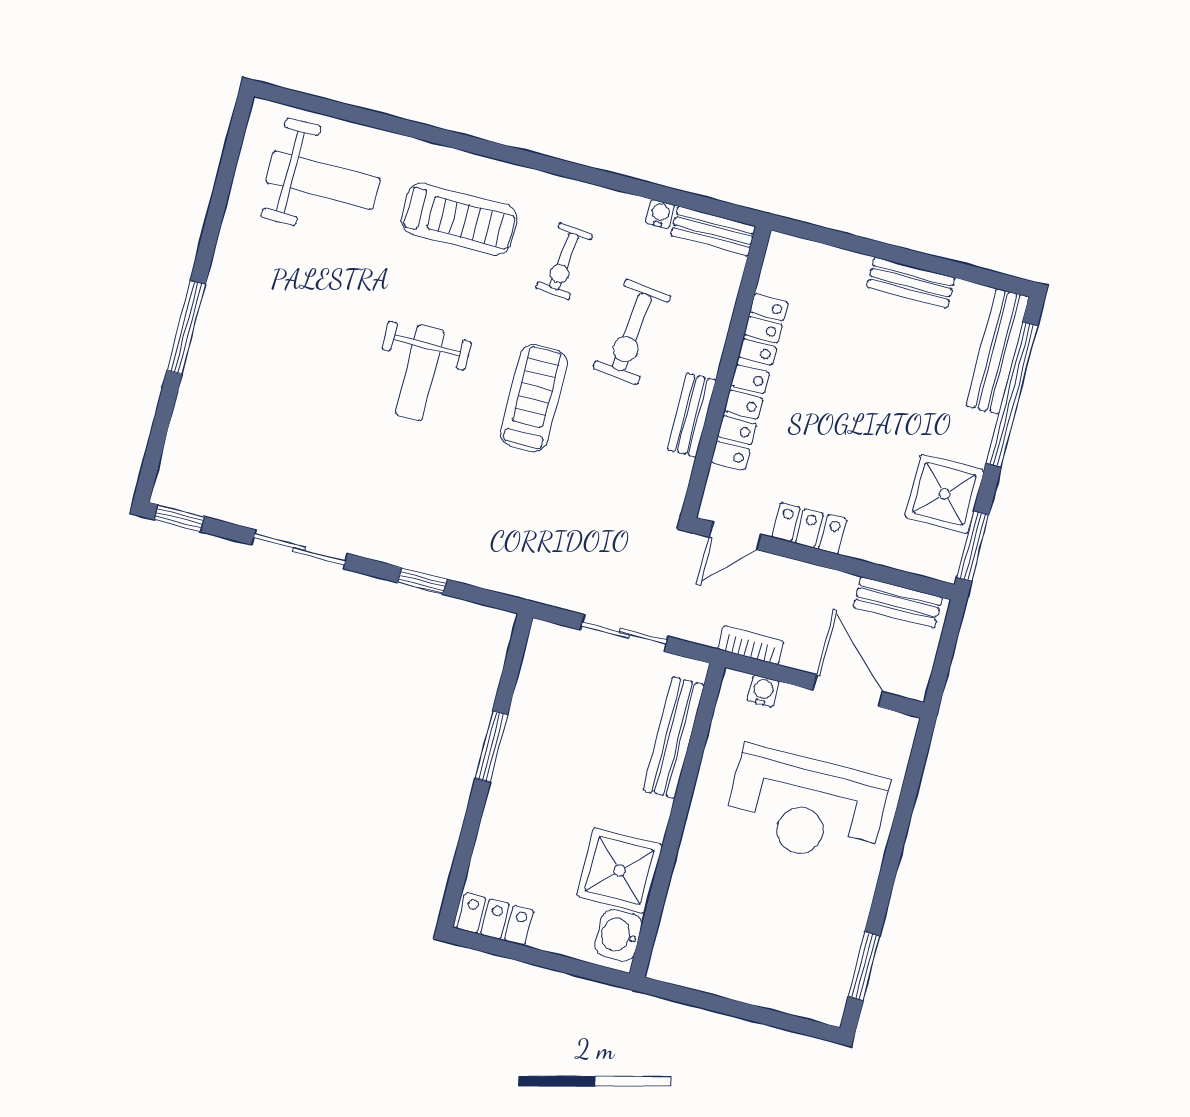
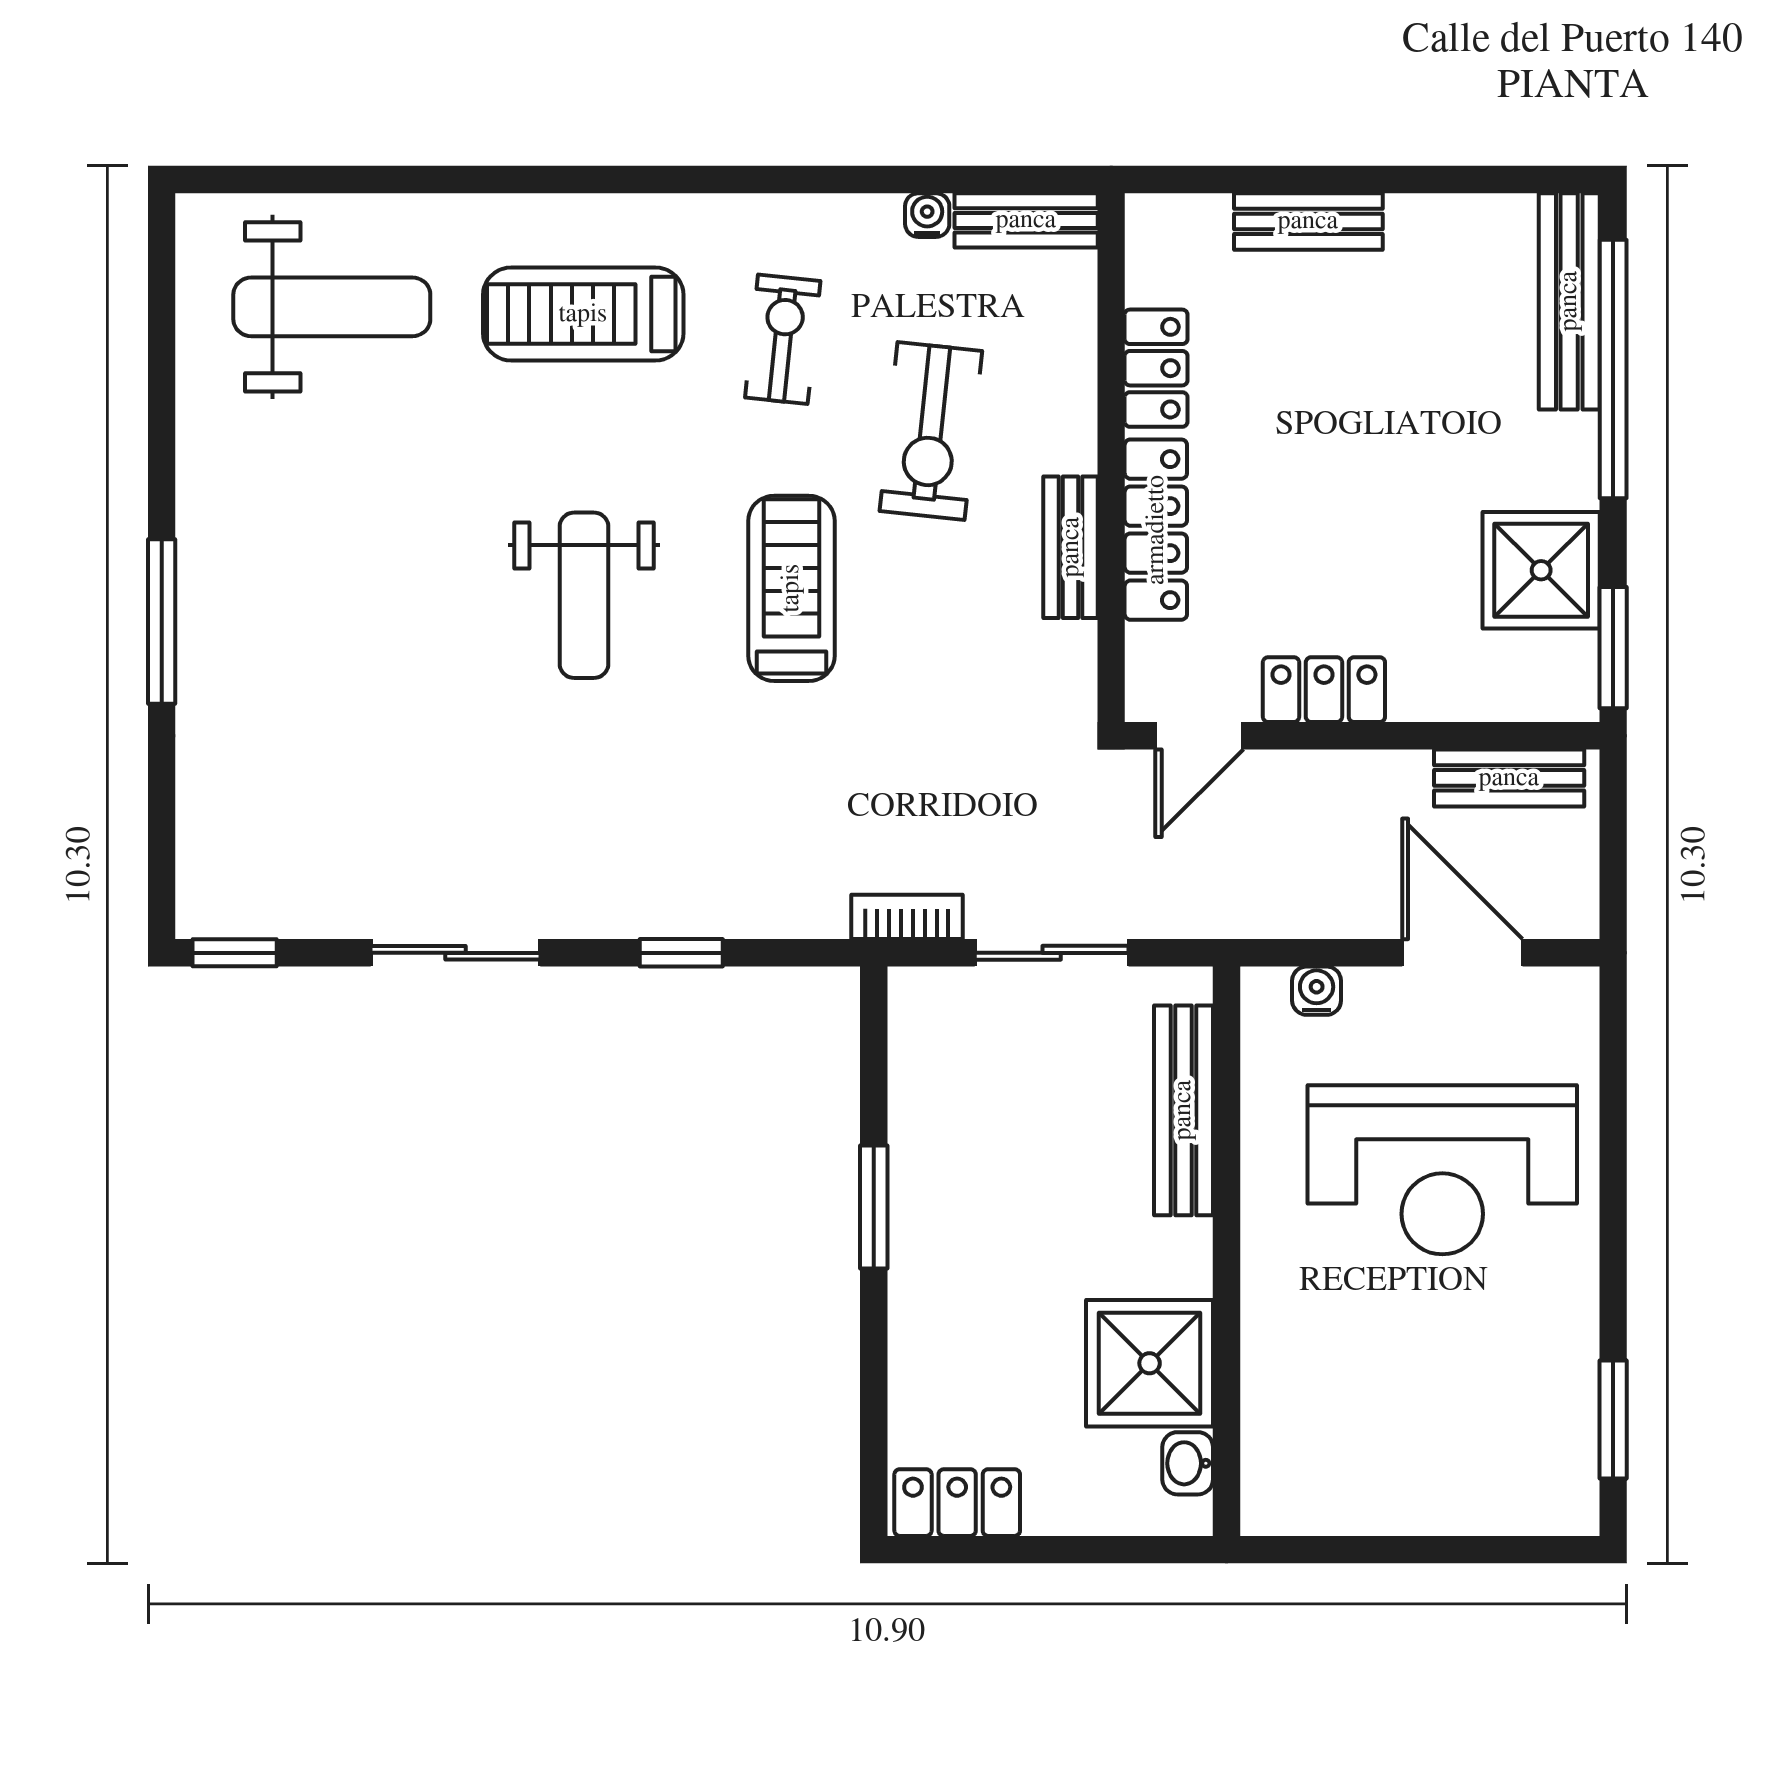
treadmill: (459, 219) -> (583, 314), turned 180
exercise bike: (564, 261) -> (783, 339), turned 180
bench: (911, 283) -> (1308, 221), moved
bookcase: (751, 645) -> (907, 917), moved
washbasin: (618, 935) -> (1188, 1463), width x0.72, depth x0.69

